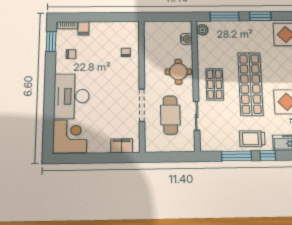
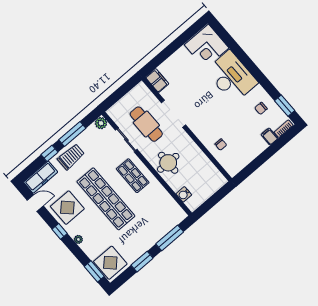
plant: (202, 30) -> (101, 123), moved
filing cabinet: (122, 146) -> (157, 81), moved, turned -90

